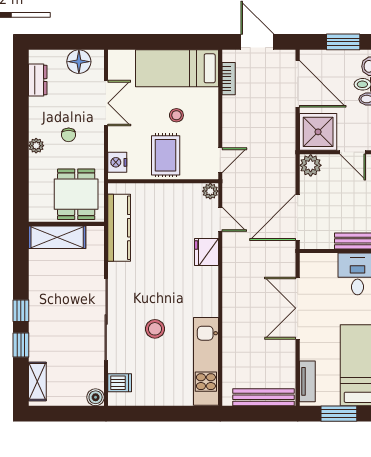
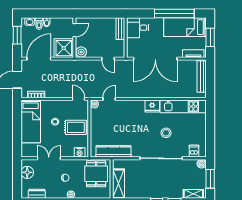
dining table: (76, 194) -> (96, 174), turned 90
door: (298, 217) -> (108, 59), width x0.53
fridge: (207, 252) -> (152, 106), moved
double door: (298, 308) -> (155, 59), width x1.36
window: (67, 414) -> (210, 179), added

